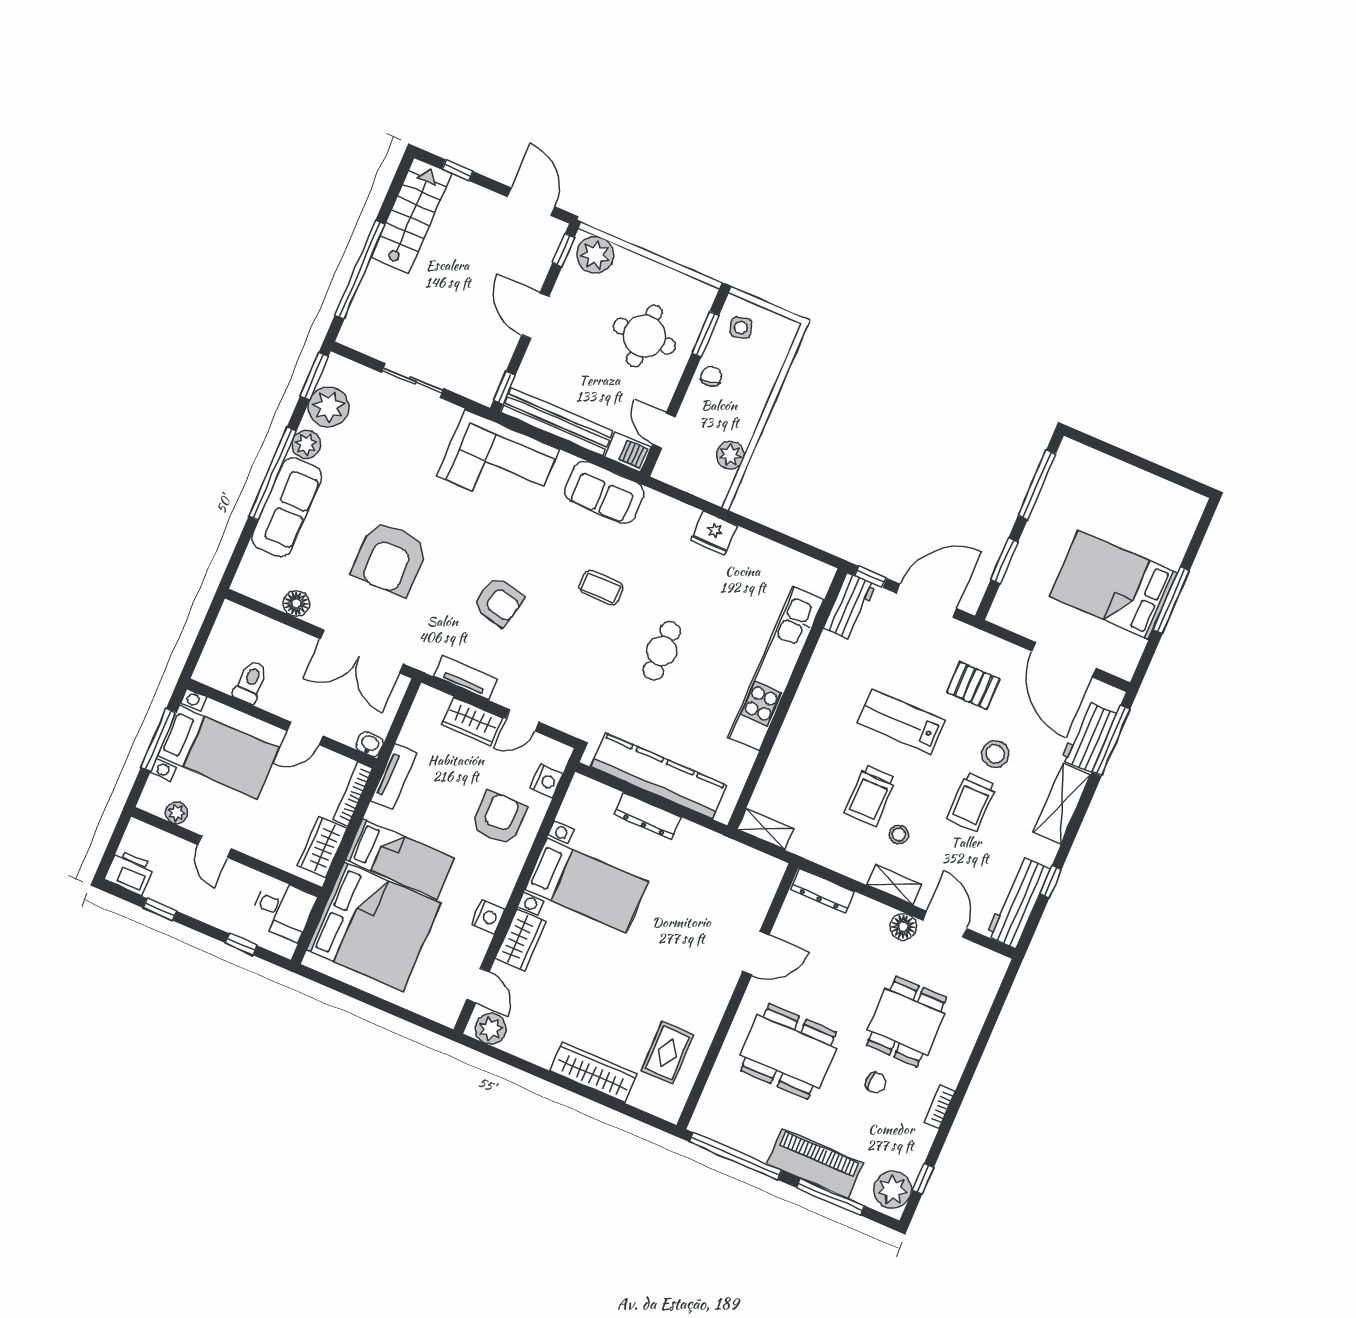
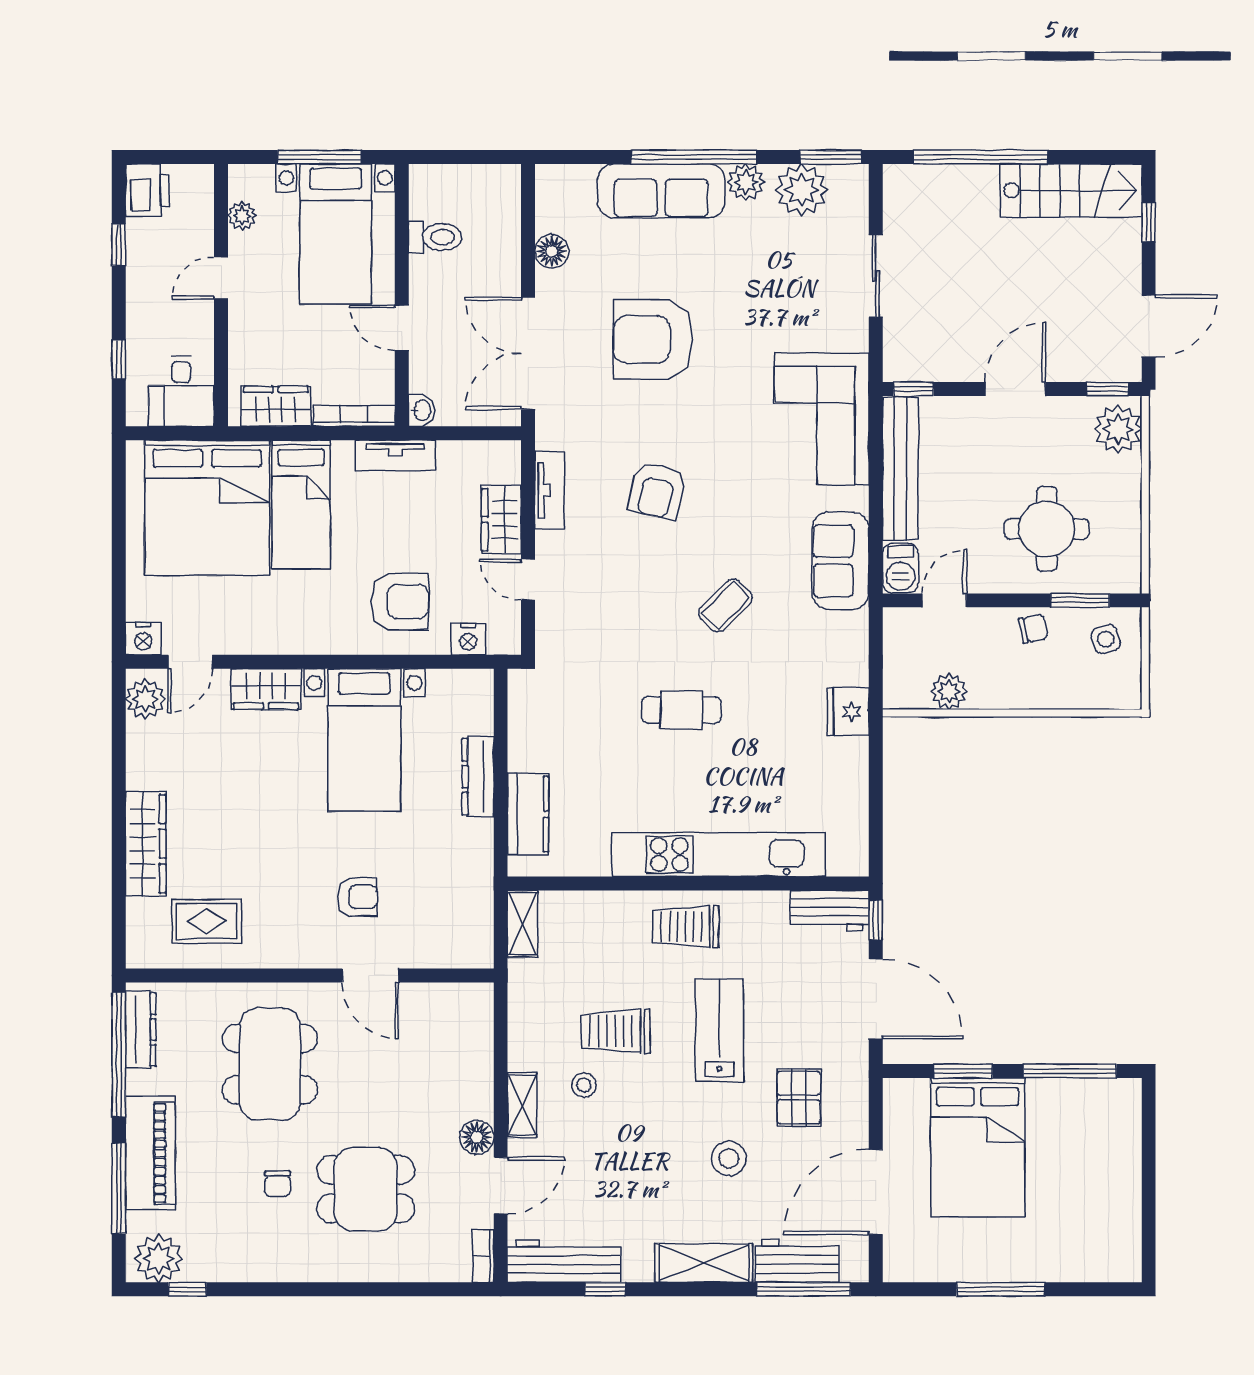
bed: (1113, 585) -> (978, 1148), moved, turned 180
coffee table: (601, 588) -> (726, 605), turned 45
kitchen counter: (659, 776) -> (528, 814), width x0.48, depth x0.86
trolley: (972, 802) -> (686, 927), moved
dresser: (823, 890) -> (141, 1030), moved, turned 180
nightstand: (488, 917) -> (143, 639), moved
armchair: (696, 938) -> (358, 897), added
bookcase: (939, 1107) -> (483, 1256), moved, turned -90

